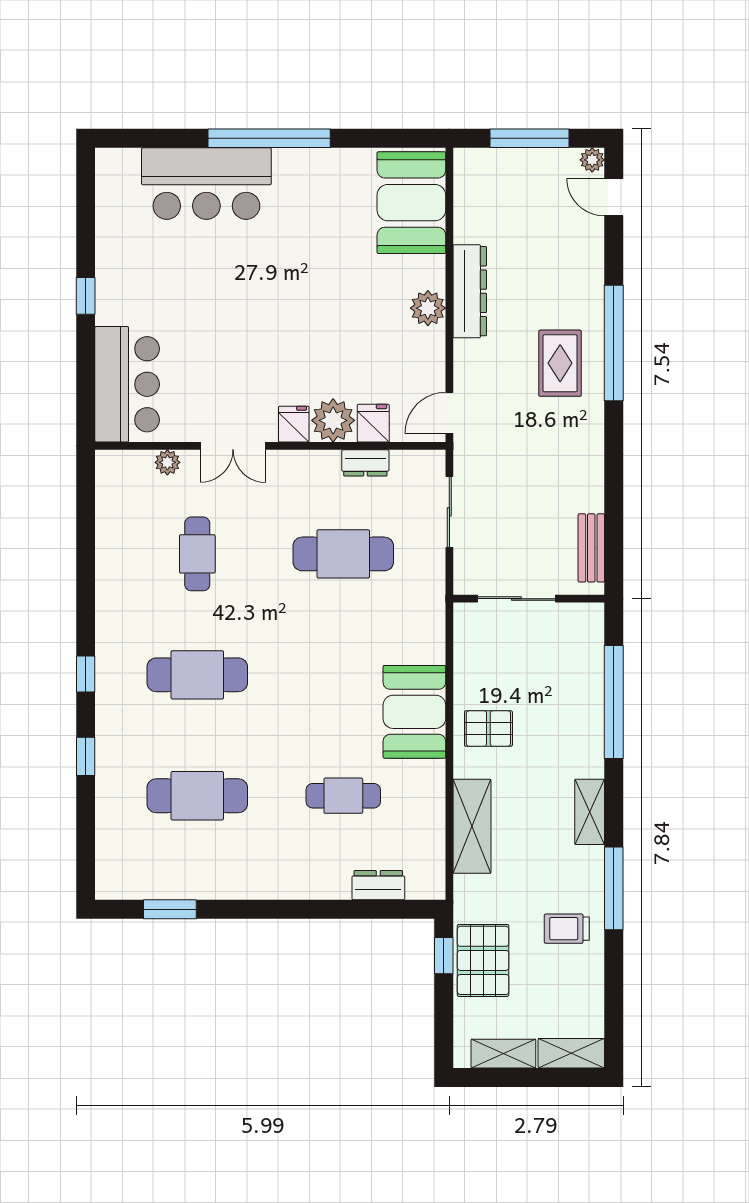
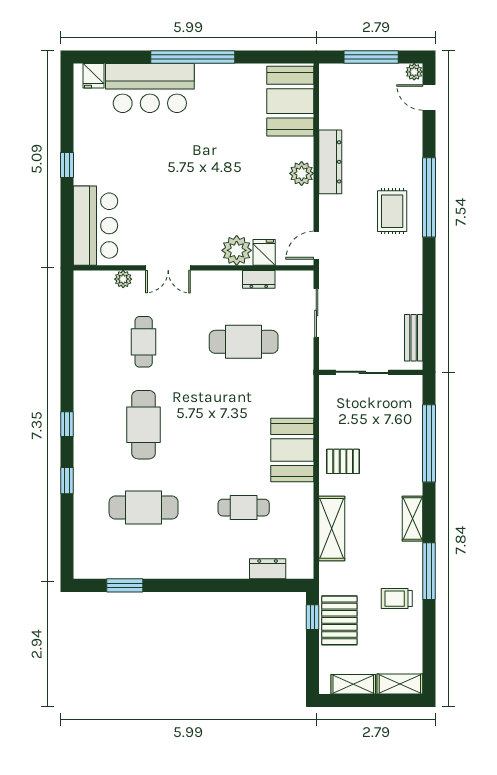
fridge: (294, 424) -> (93, 76), moved, turned 180
cafe table: (197, 675) -> (144, 425), turned 90

